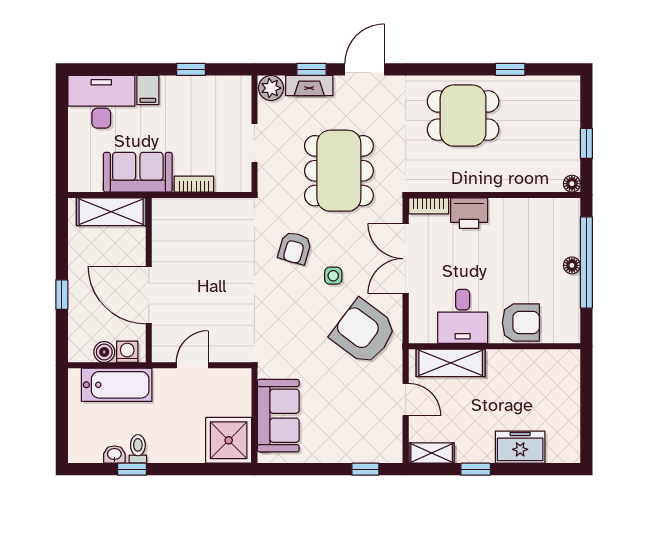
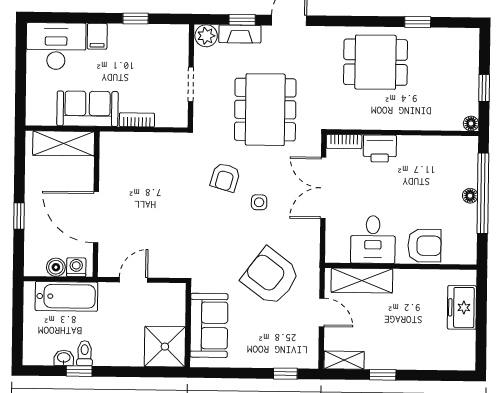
armchair: (364, 332) -> (271, 276), moved
freezer: (520, 447) -> (462, 307), moved, turned -90

